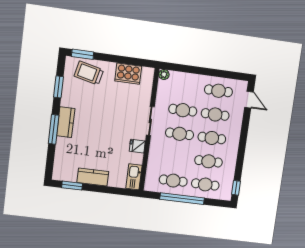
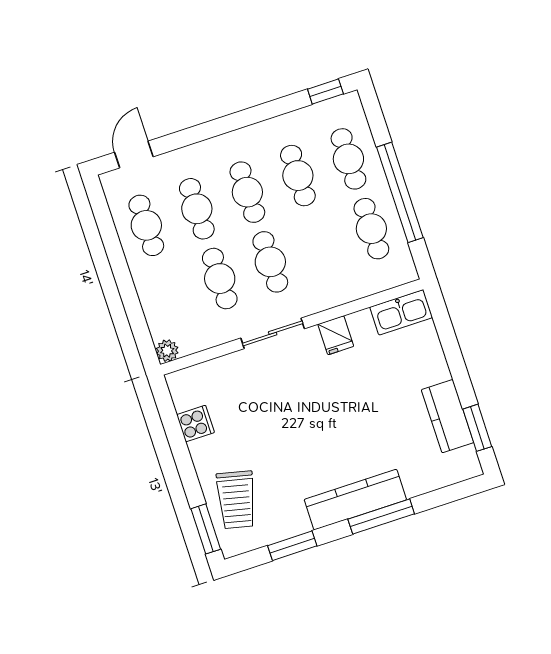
cooker: (128, 74) -> (195, 424), width x0.53, depth x0.76
kitchen counter: (66, 122) -> (355, 500), width x1.50
kitchen counter: (93, 177) -> (448, 416), moved

